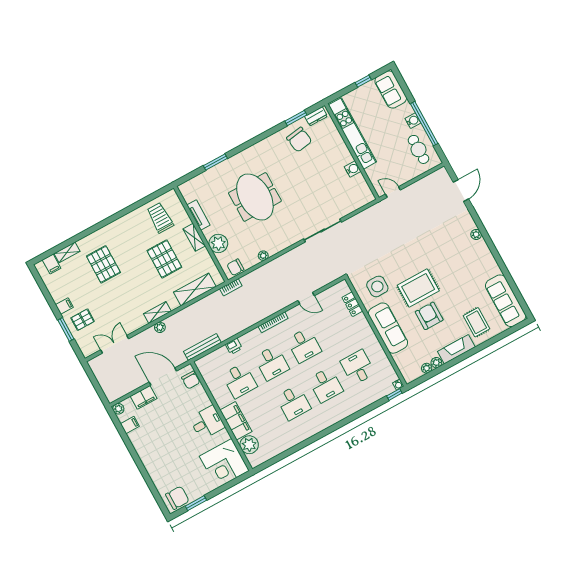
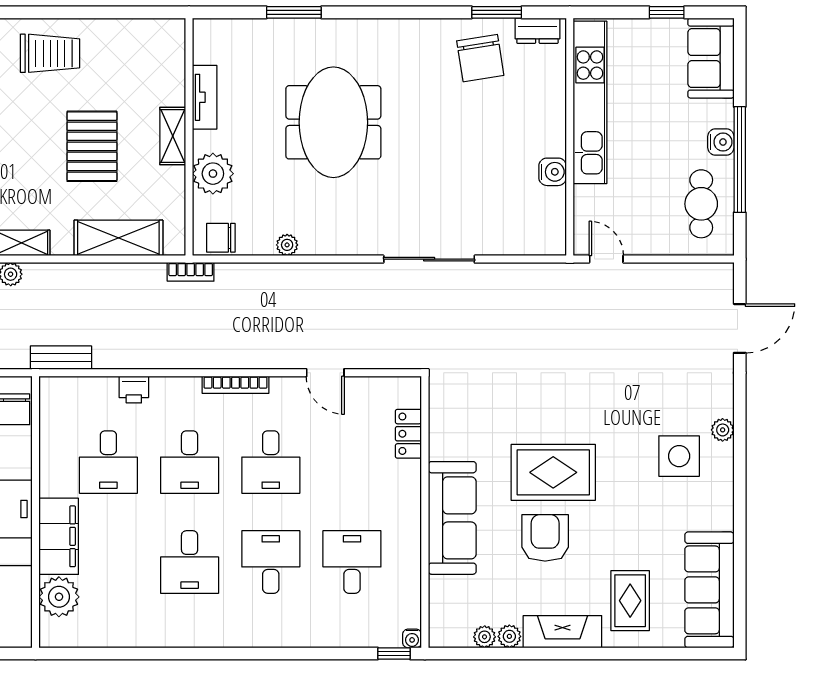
trolley: (160, 218) -> (50, 53), moved, turned 90
side table: (377, 286) -> (679, 456), moved
bench: (202, 347) -> (61, 358), width x0.73
desk: (326, 385) -> (271, 562), turned 180

